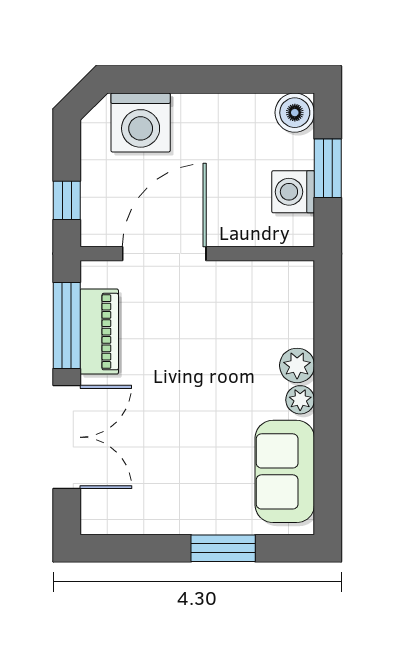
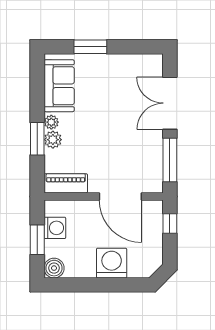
washing machine: (141, 123) -> (112, 263), moved
door: (164, 254) -> (120, 196), hinge flipped
piano: (99, 332) -> (66, 183), moved, turned 90
window: (328, 367) -> (37, 139), added

